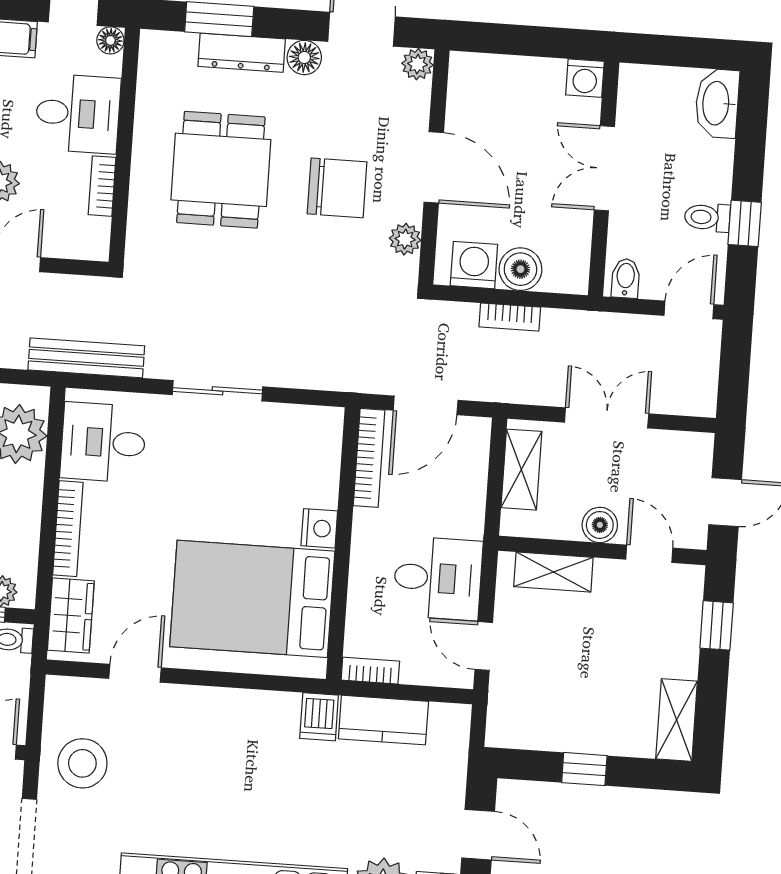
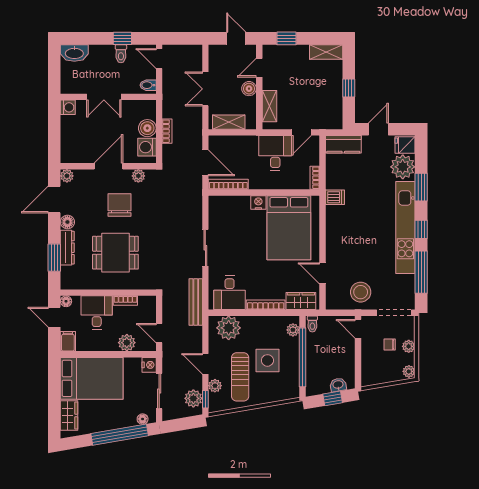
kitchen counter: (383, 720) -> (343, 144), moved, turned 90

